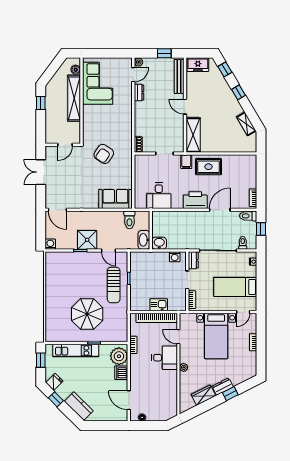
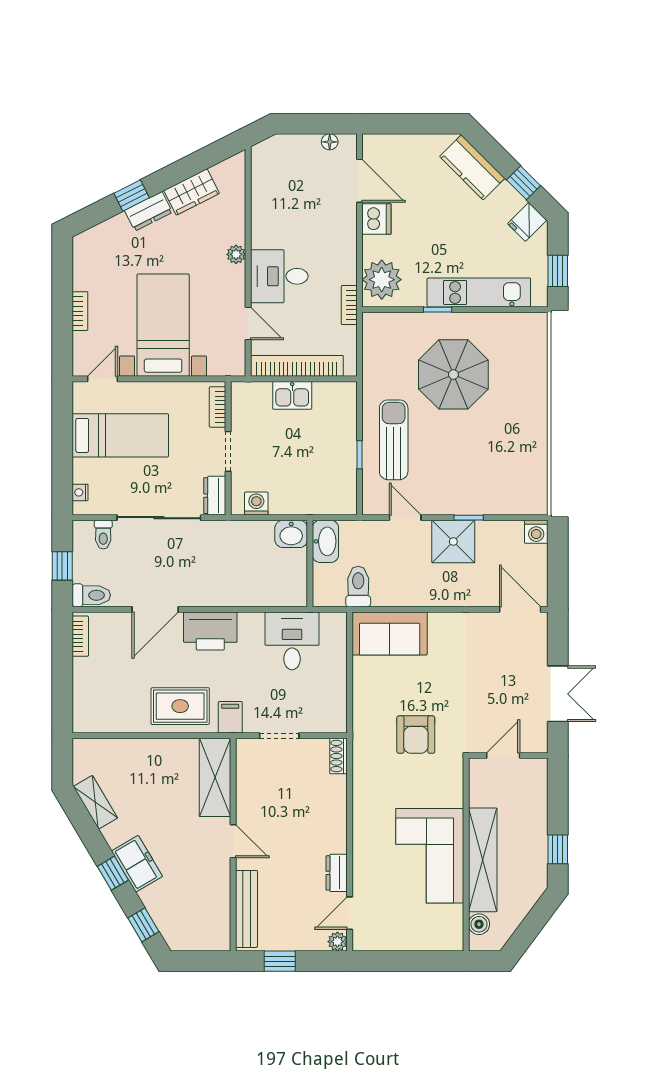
freezer: (198, 65) -> (137, 864), moved, turned 59
corner sofa: (98, 83) -> (430, 856), moved
armchair: (104, 154) -> (416, 735), turned 146
dishwasher: (121, 373) -> (376, 219), moved

